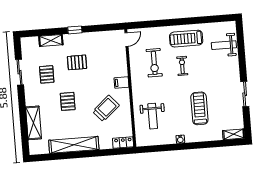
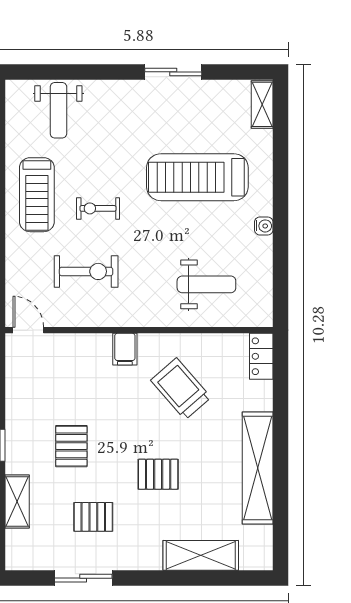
treadmill: (199, 108) -> (197, 177), width x1.37, depth x1.38

